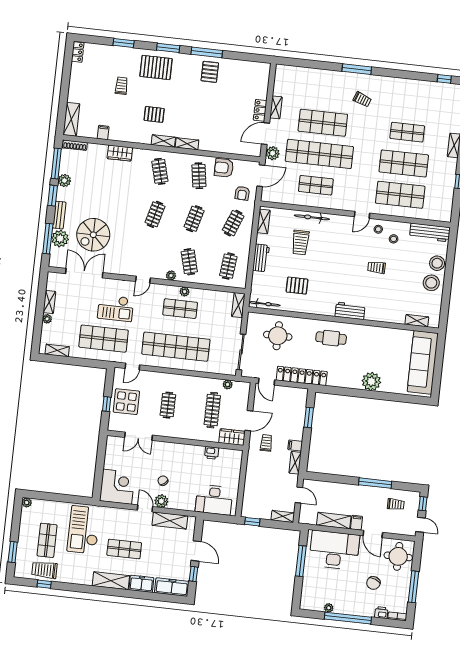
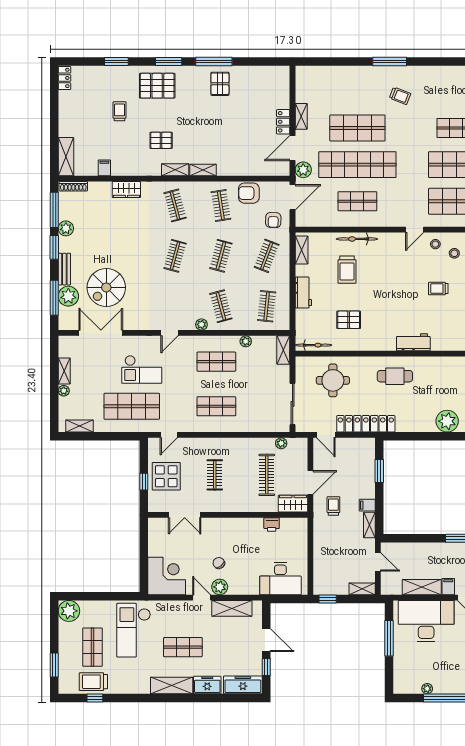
plant: (185, 292) -> (246, 341), moved
shop shelf: (176, 347) -> (216, 406), width x0.50, depth x0.74
plant: (27, 502) -> (69, 611), width x1.88, depth x1.88

